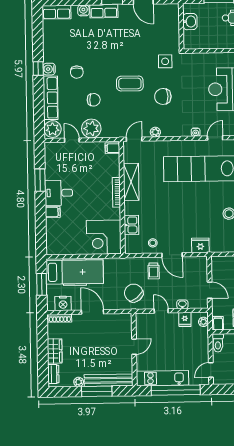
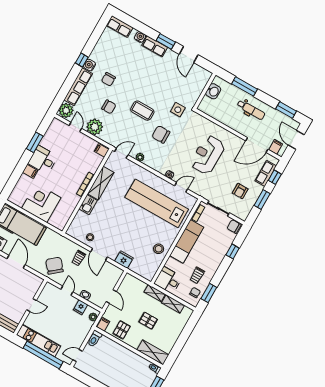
kitchen sink: (131, 225) -> (88, 205), moved
corner desk: (104, 237) -> (41, 203), moved, turned 90

